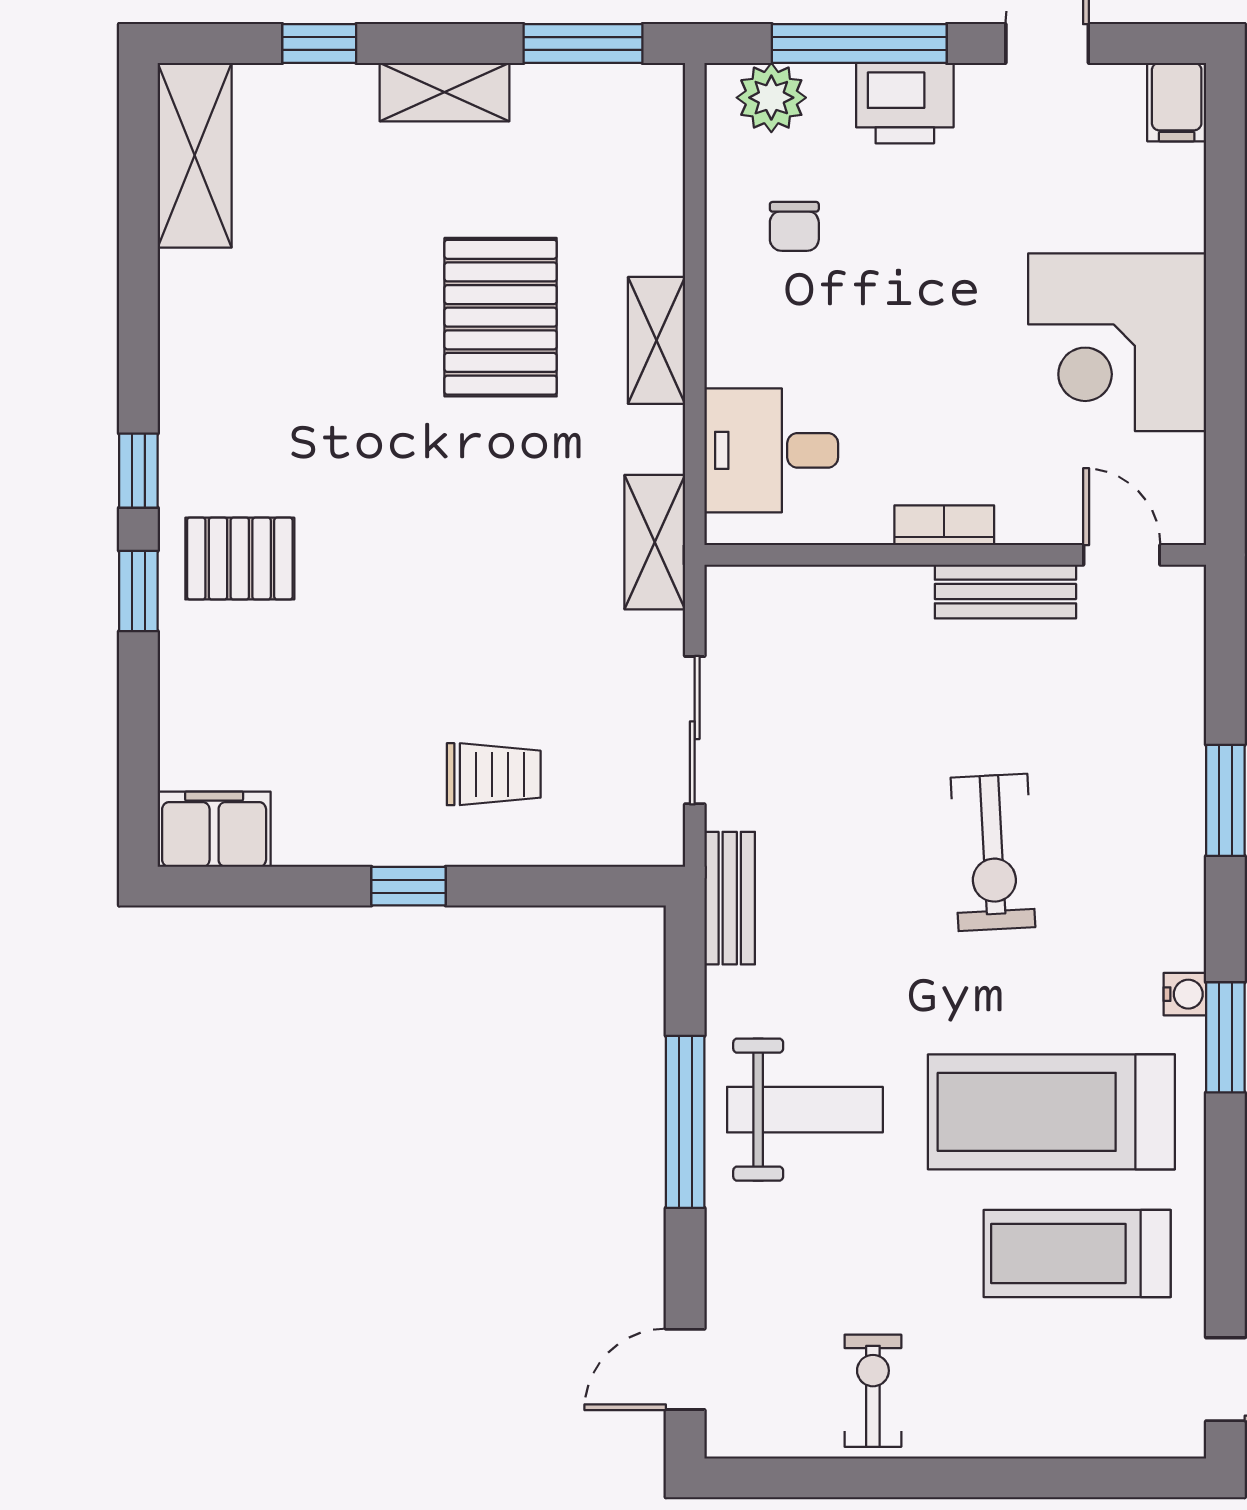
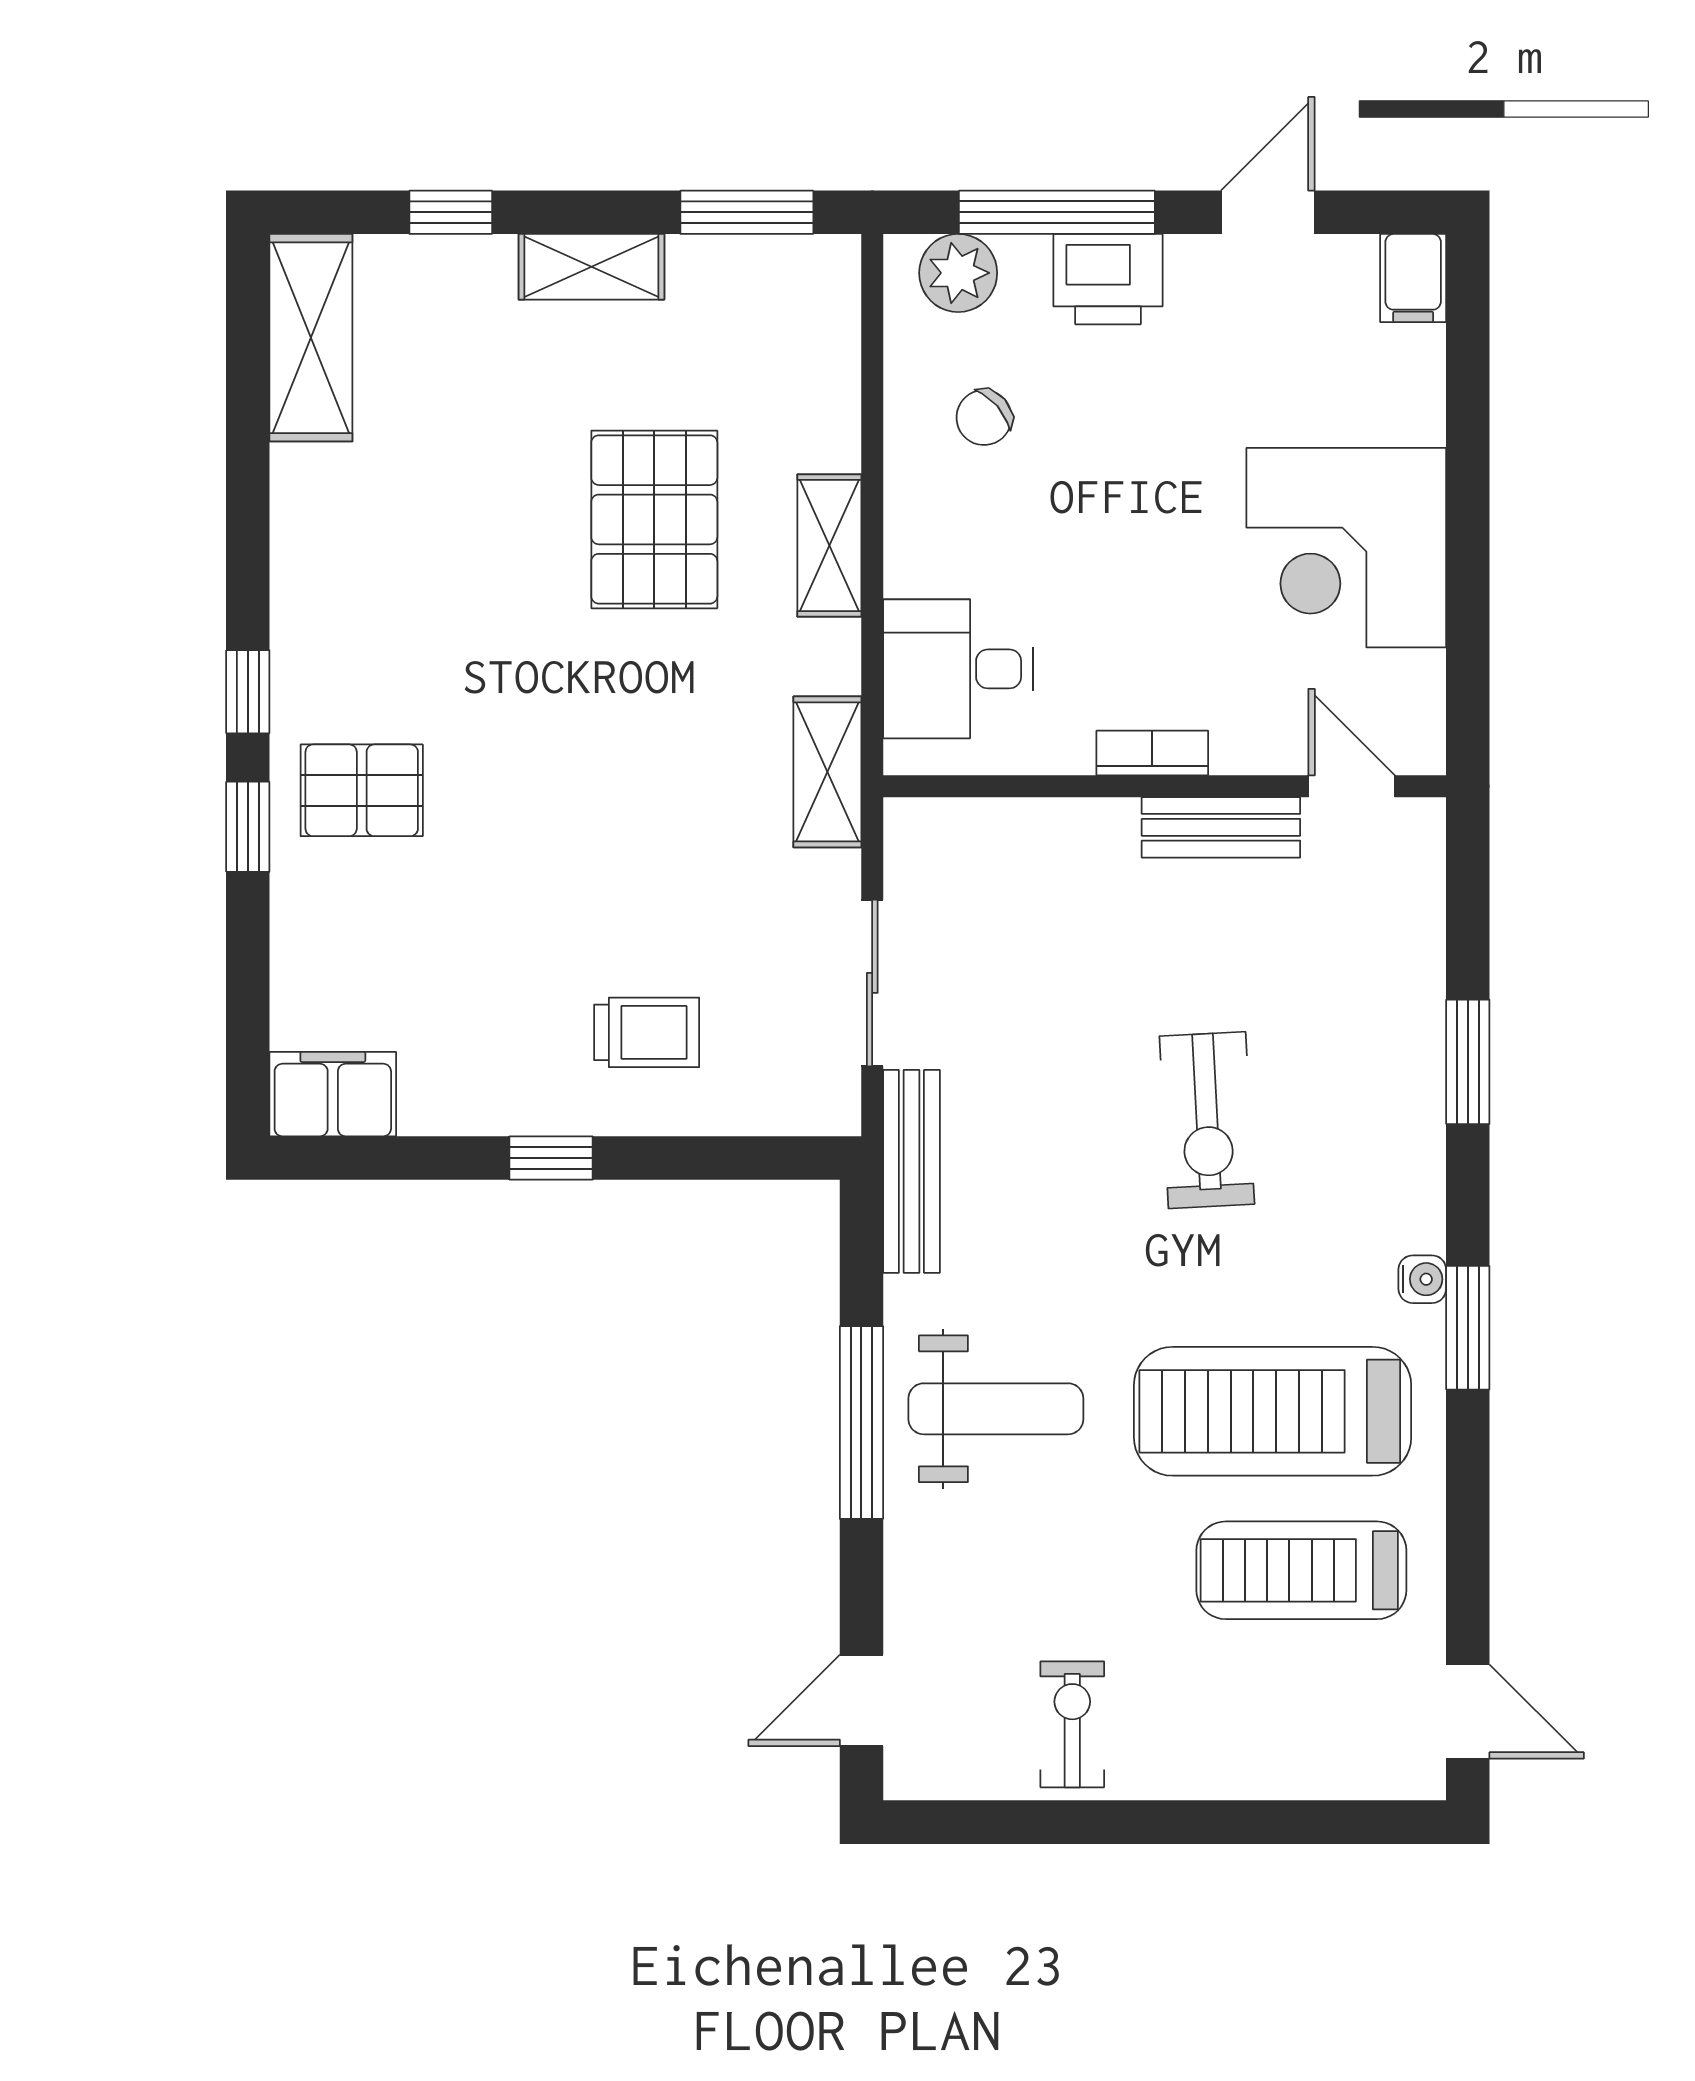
chair: (794, 226) -> (984, 418), turned 49
bench: (730, 898) -> (911, 1171), width x1.36

